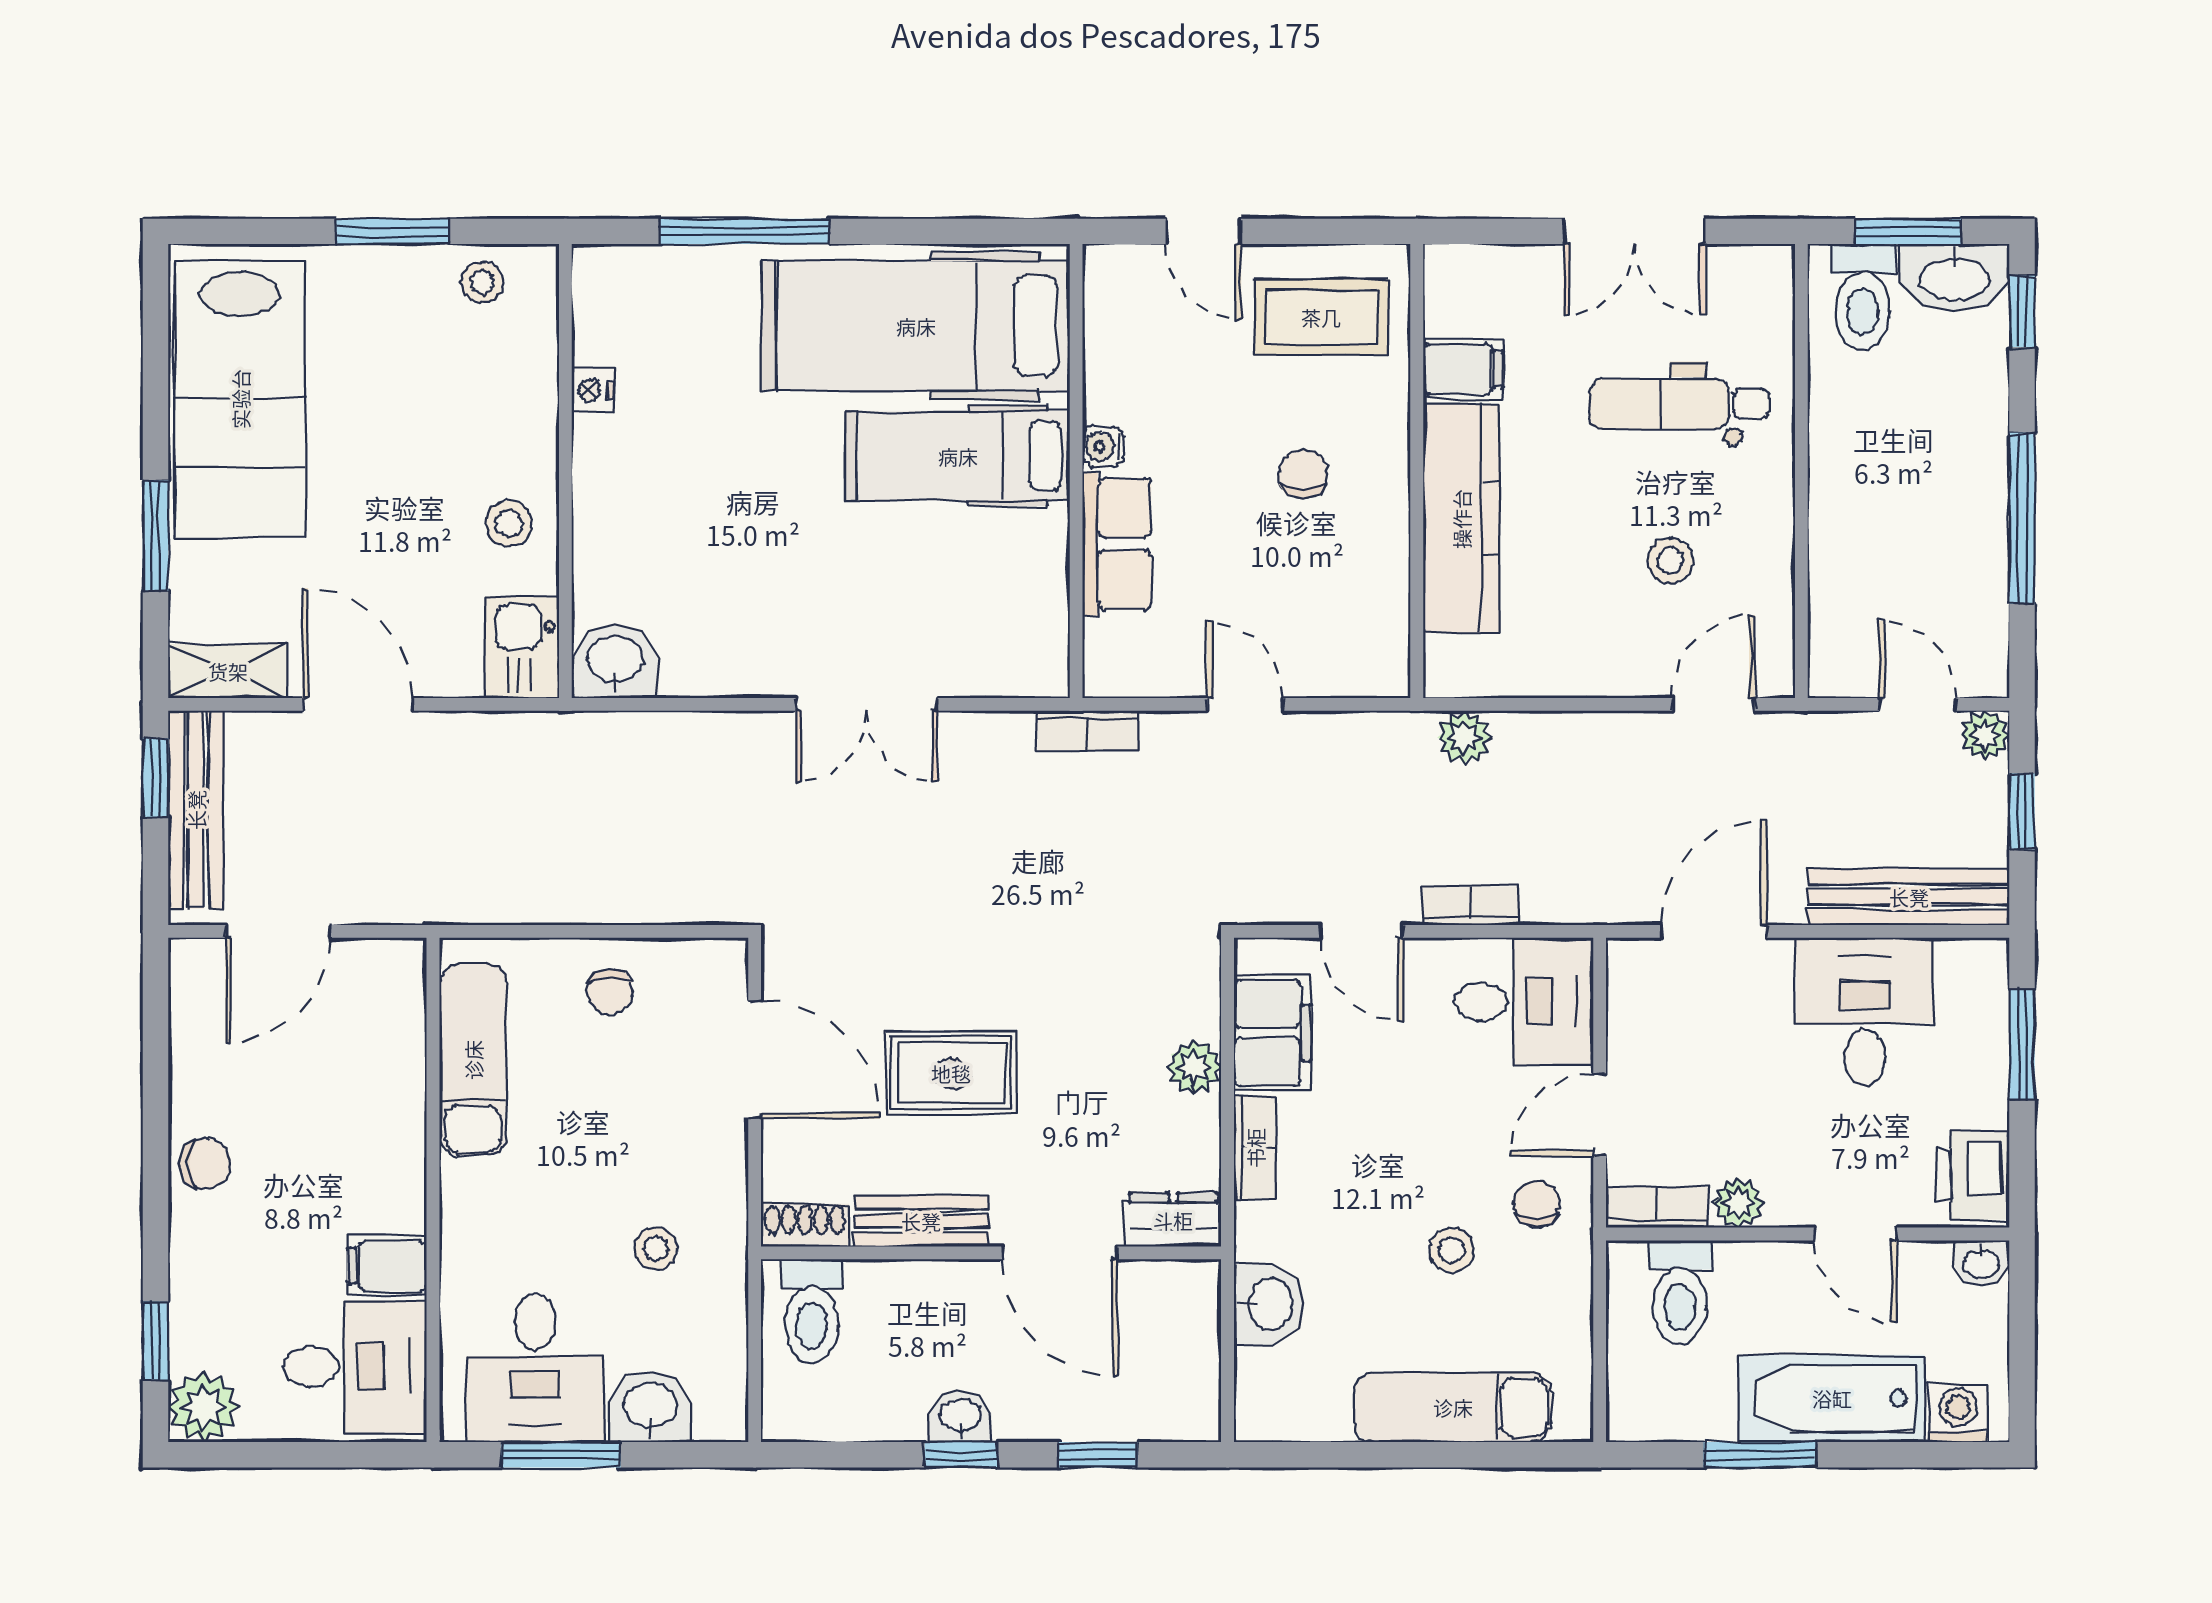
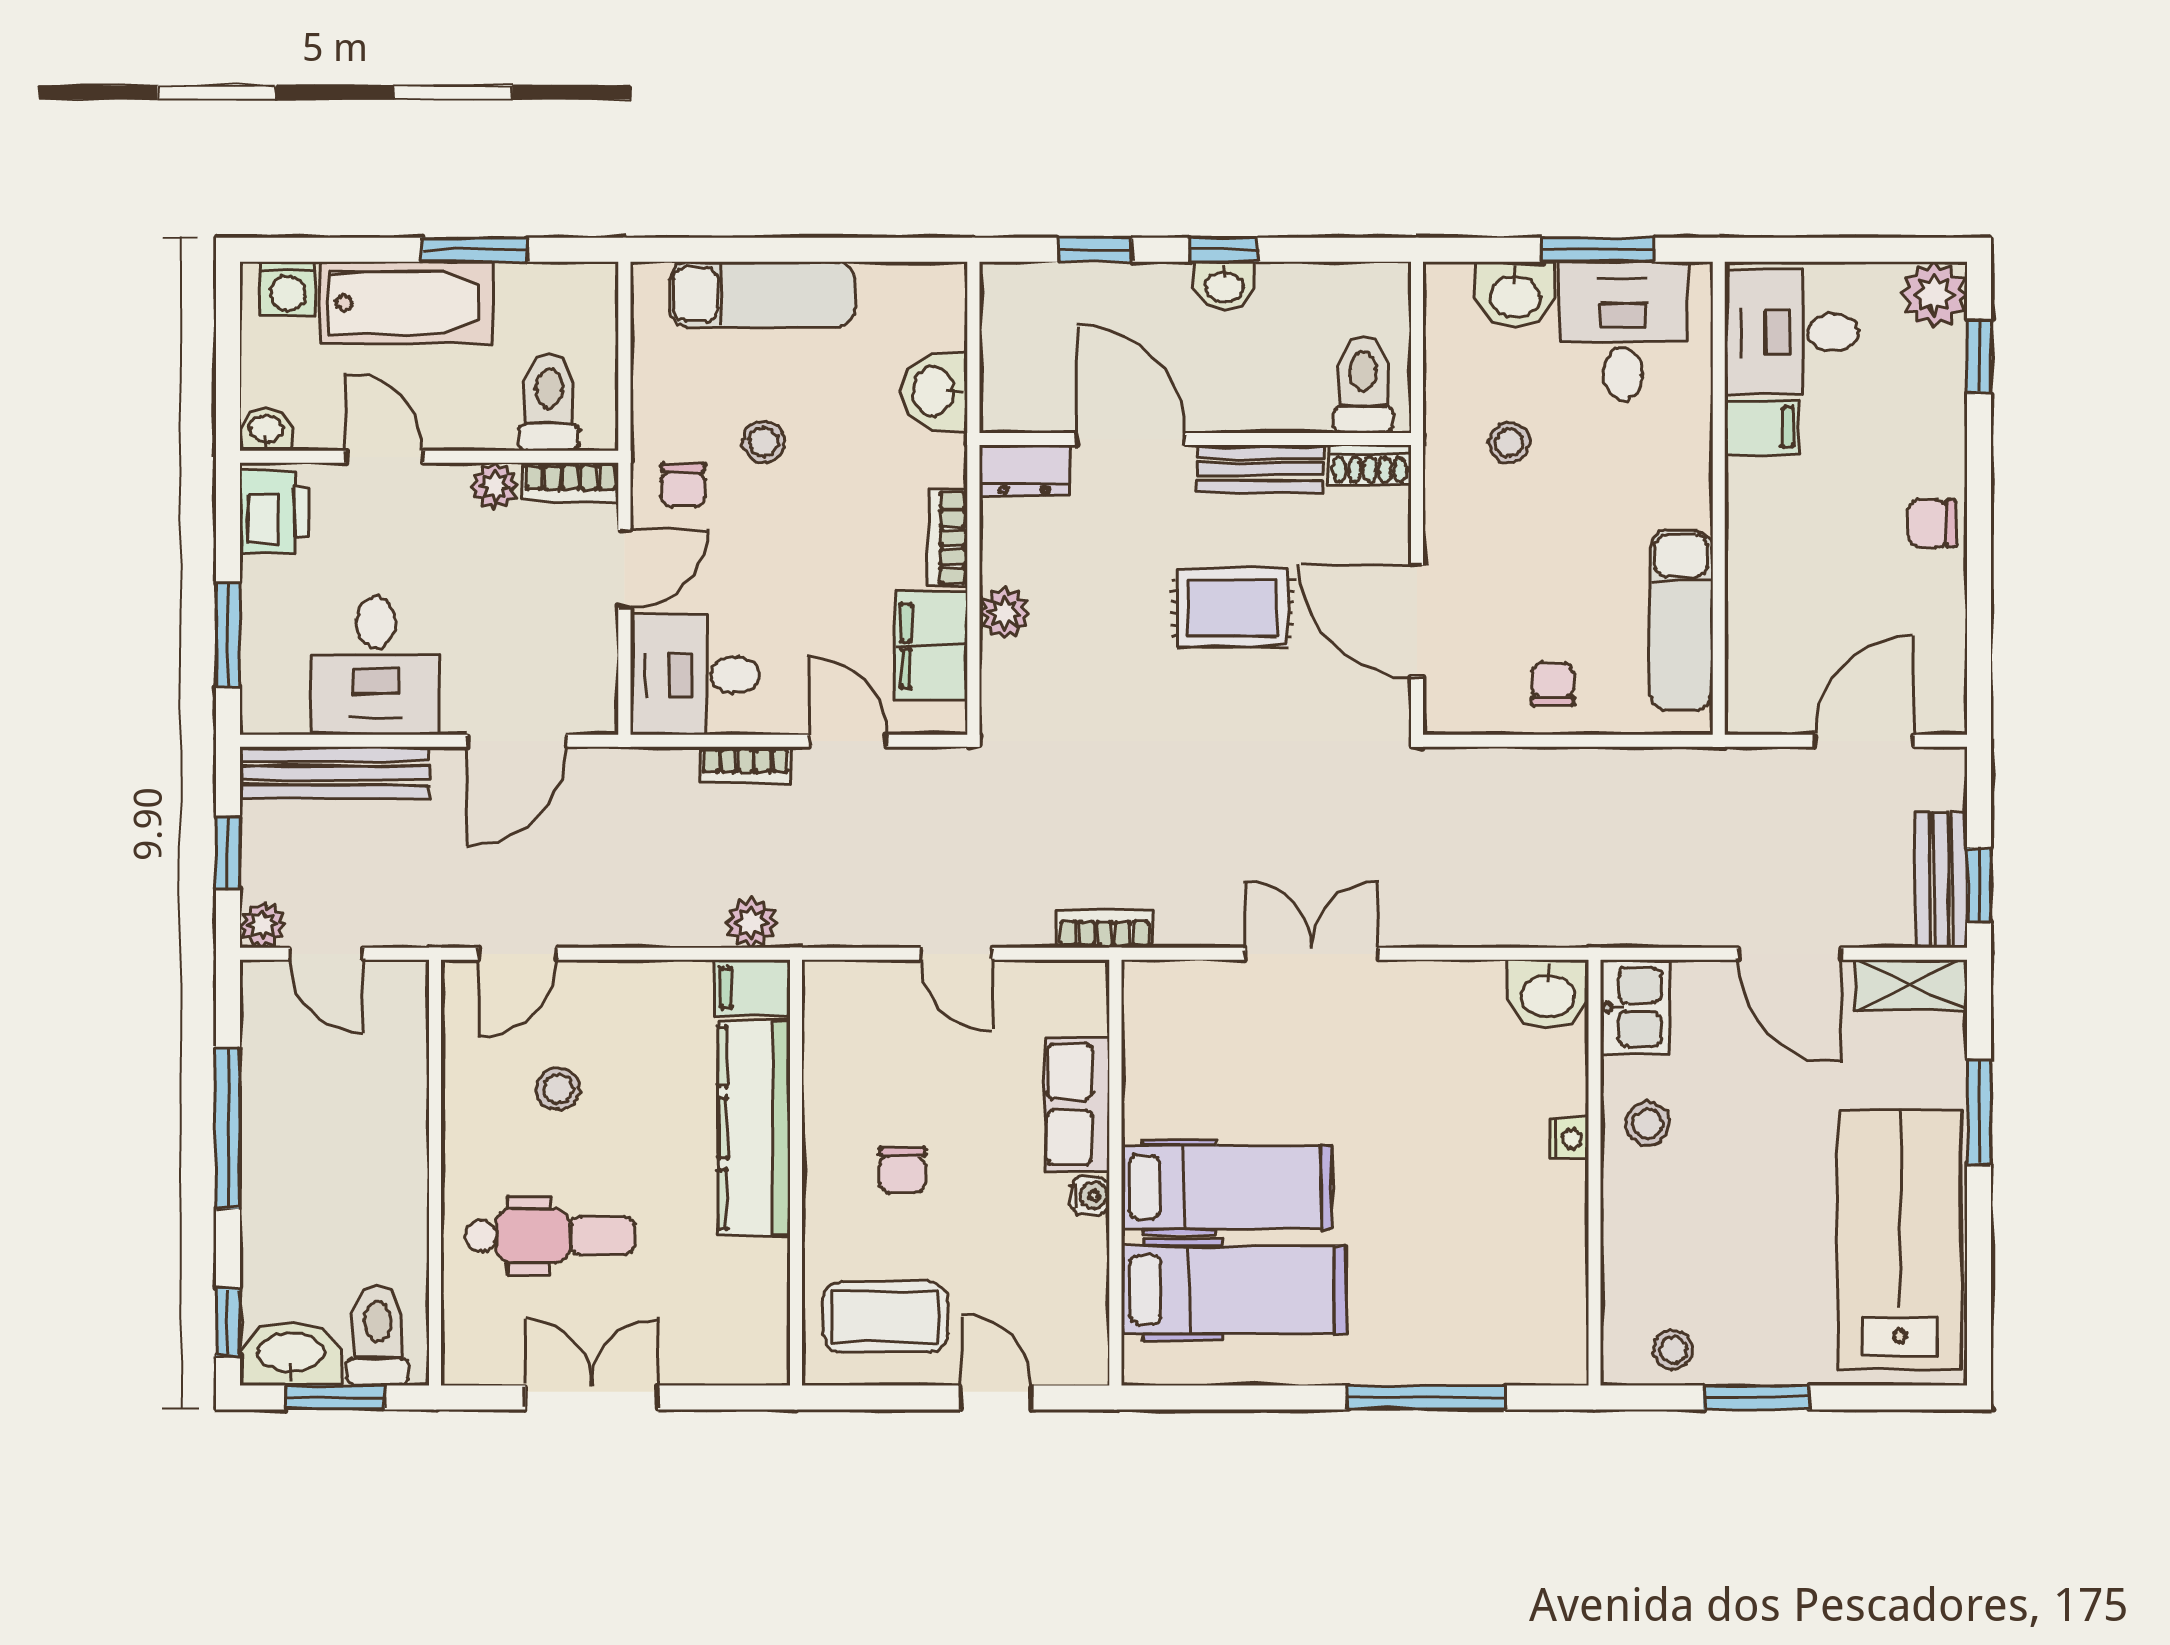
hospital bed: (916, 326) -> (1233, 1290), width x0.73, depth x0.78
filing cabinet: (1463, 369) -> (752, 988), moved
nightstand: (593, 390) -> (1569, 1138), moved
bench: (196, 810) -> (1941, 880), width x0.73

